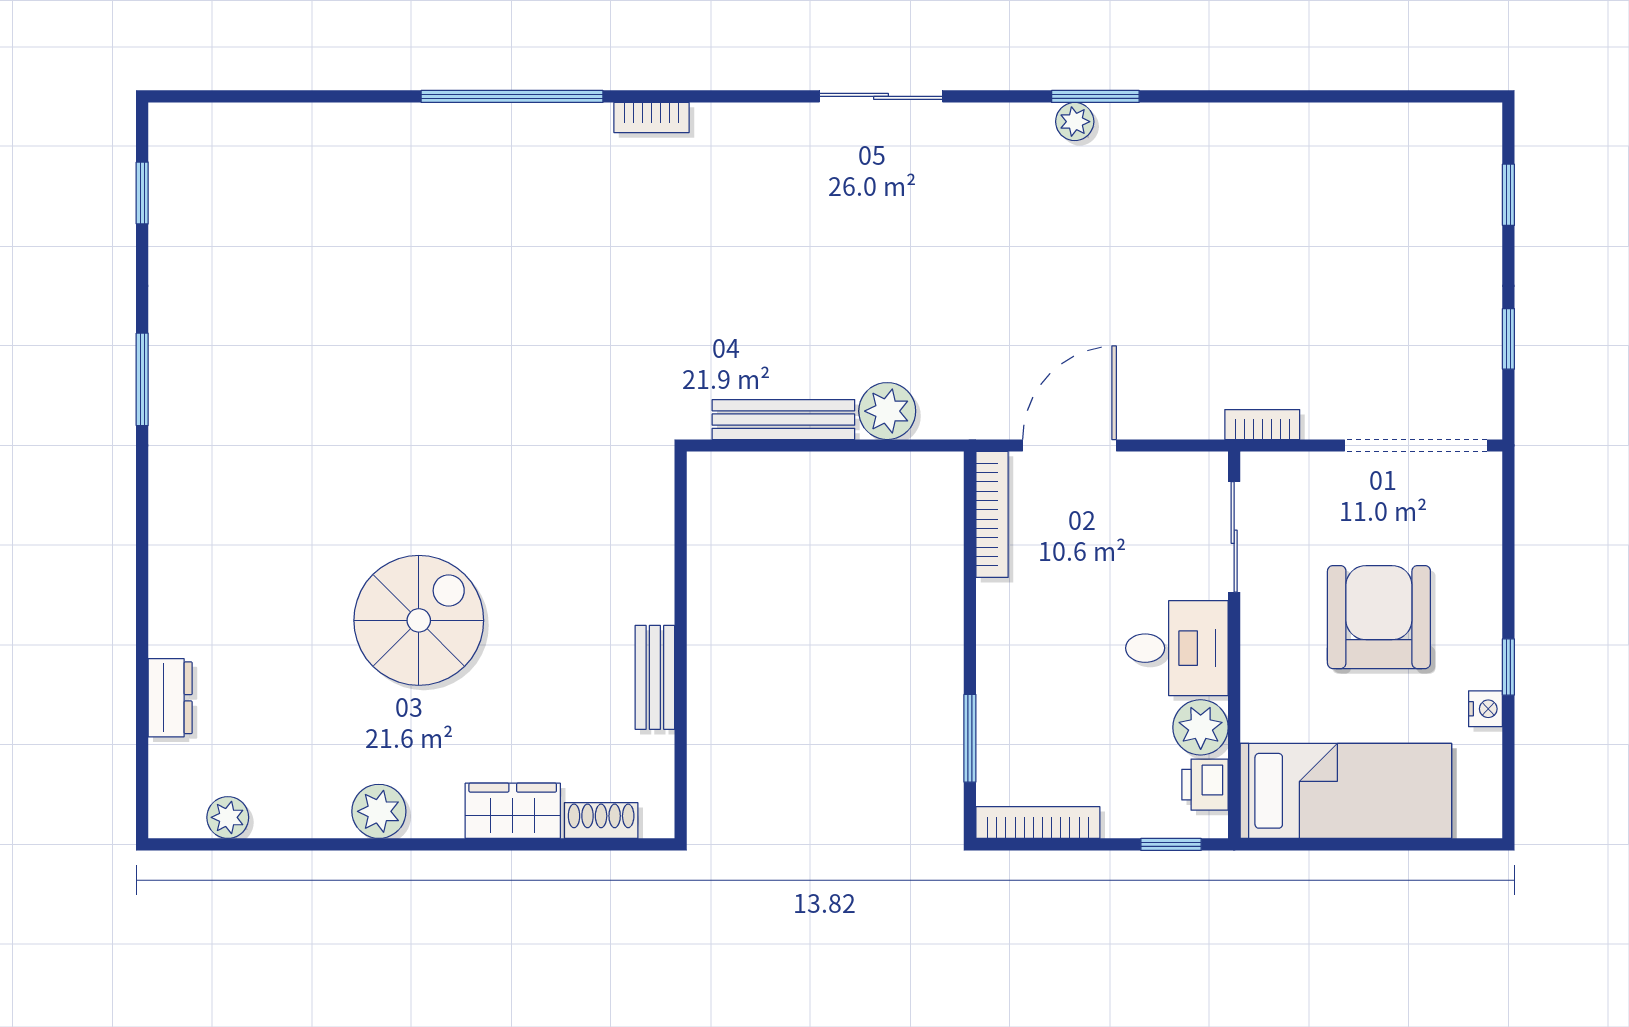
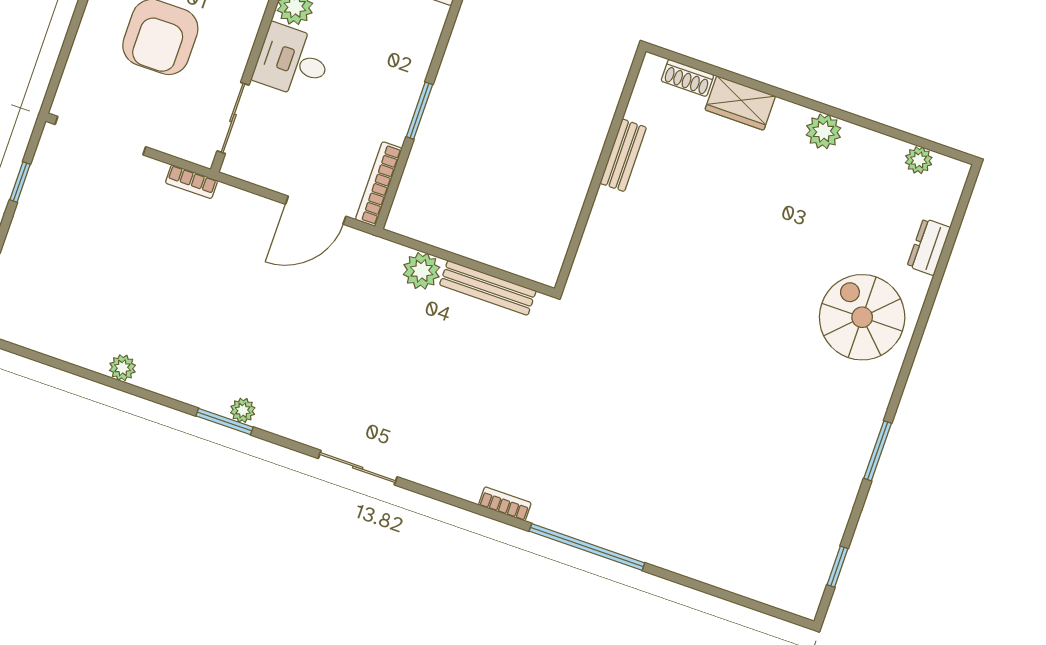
plant: (1269, 123) -> (122, 368), added
spiral stairs: (419, 620) -> (862, 317), moved, turned 90
window: (970, 738) -> (419, 111), moved

